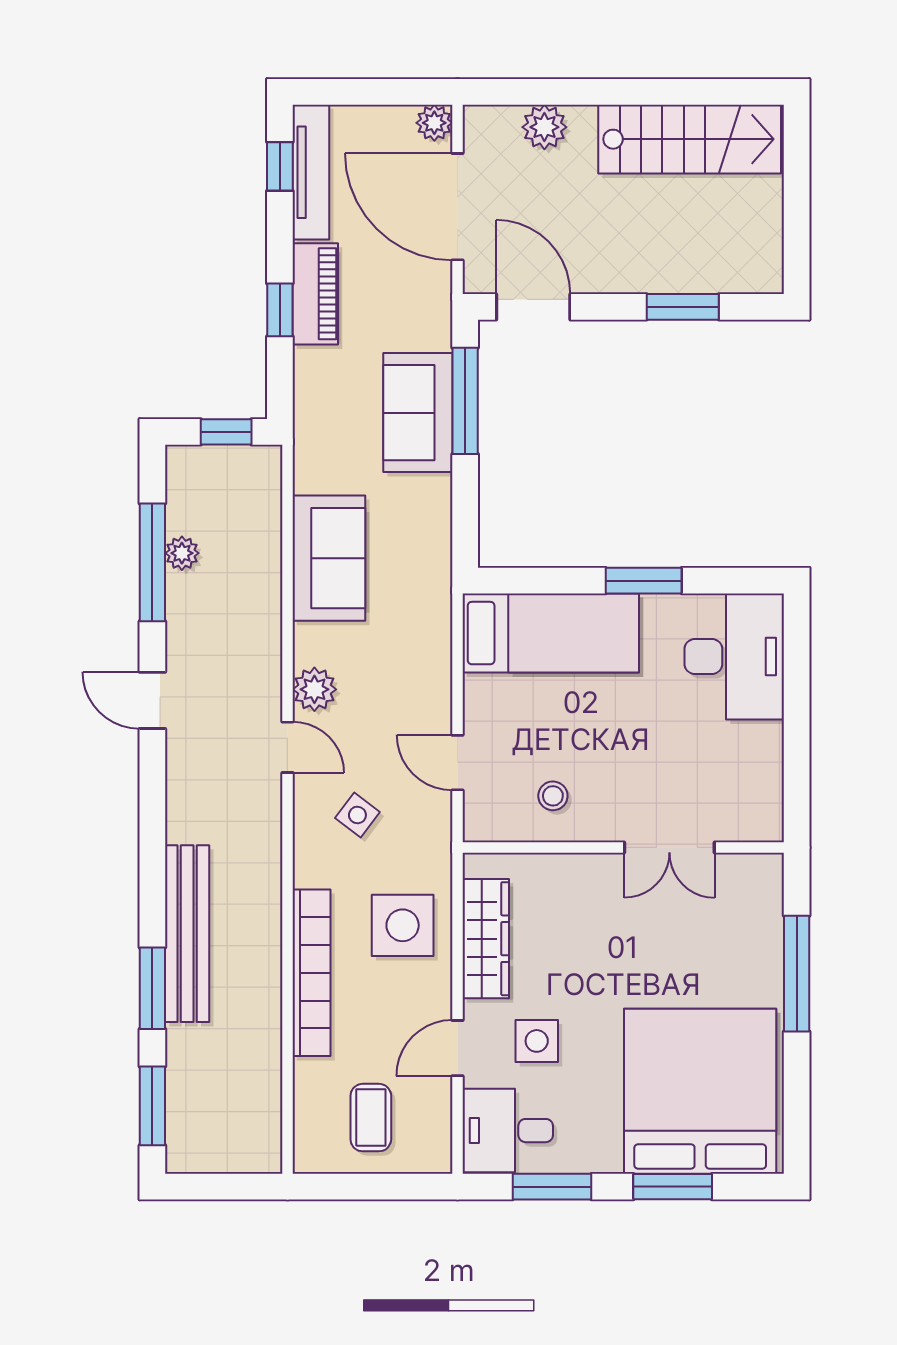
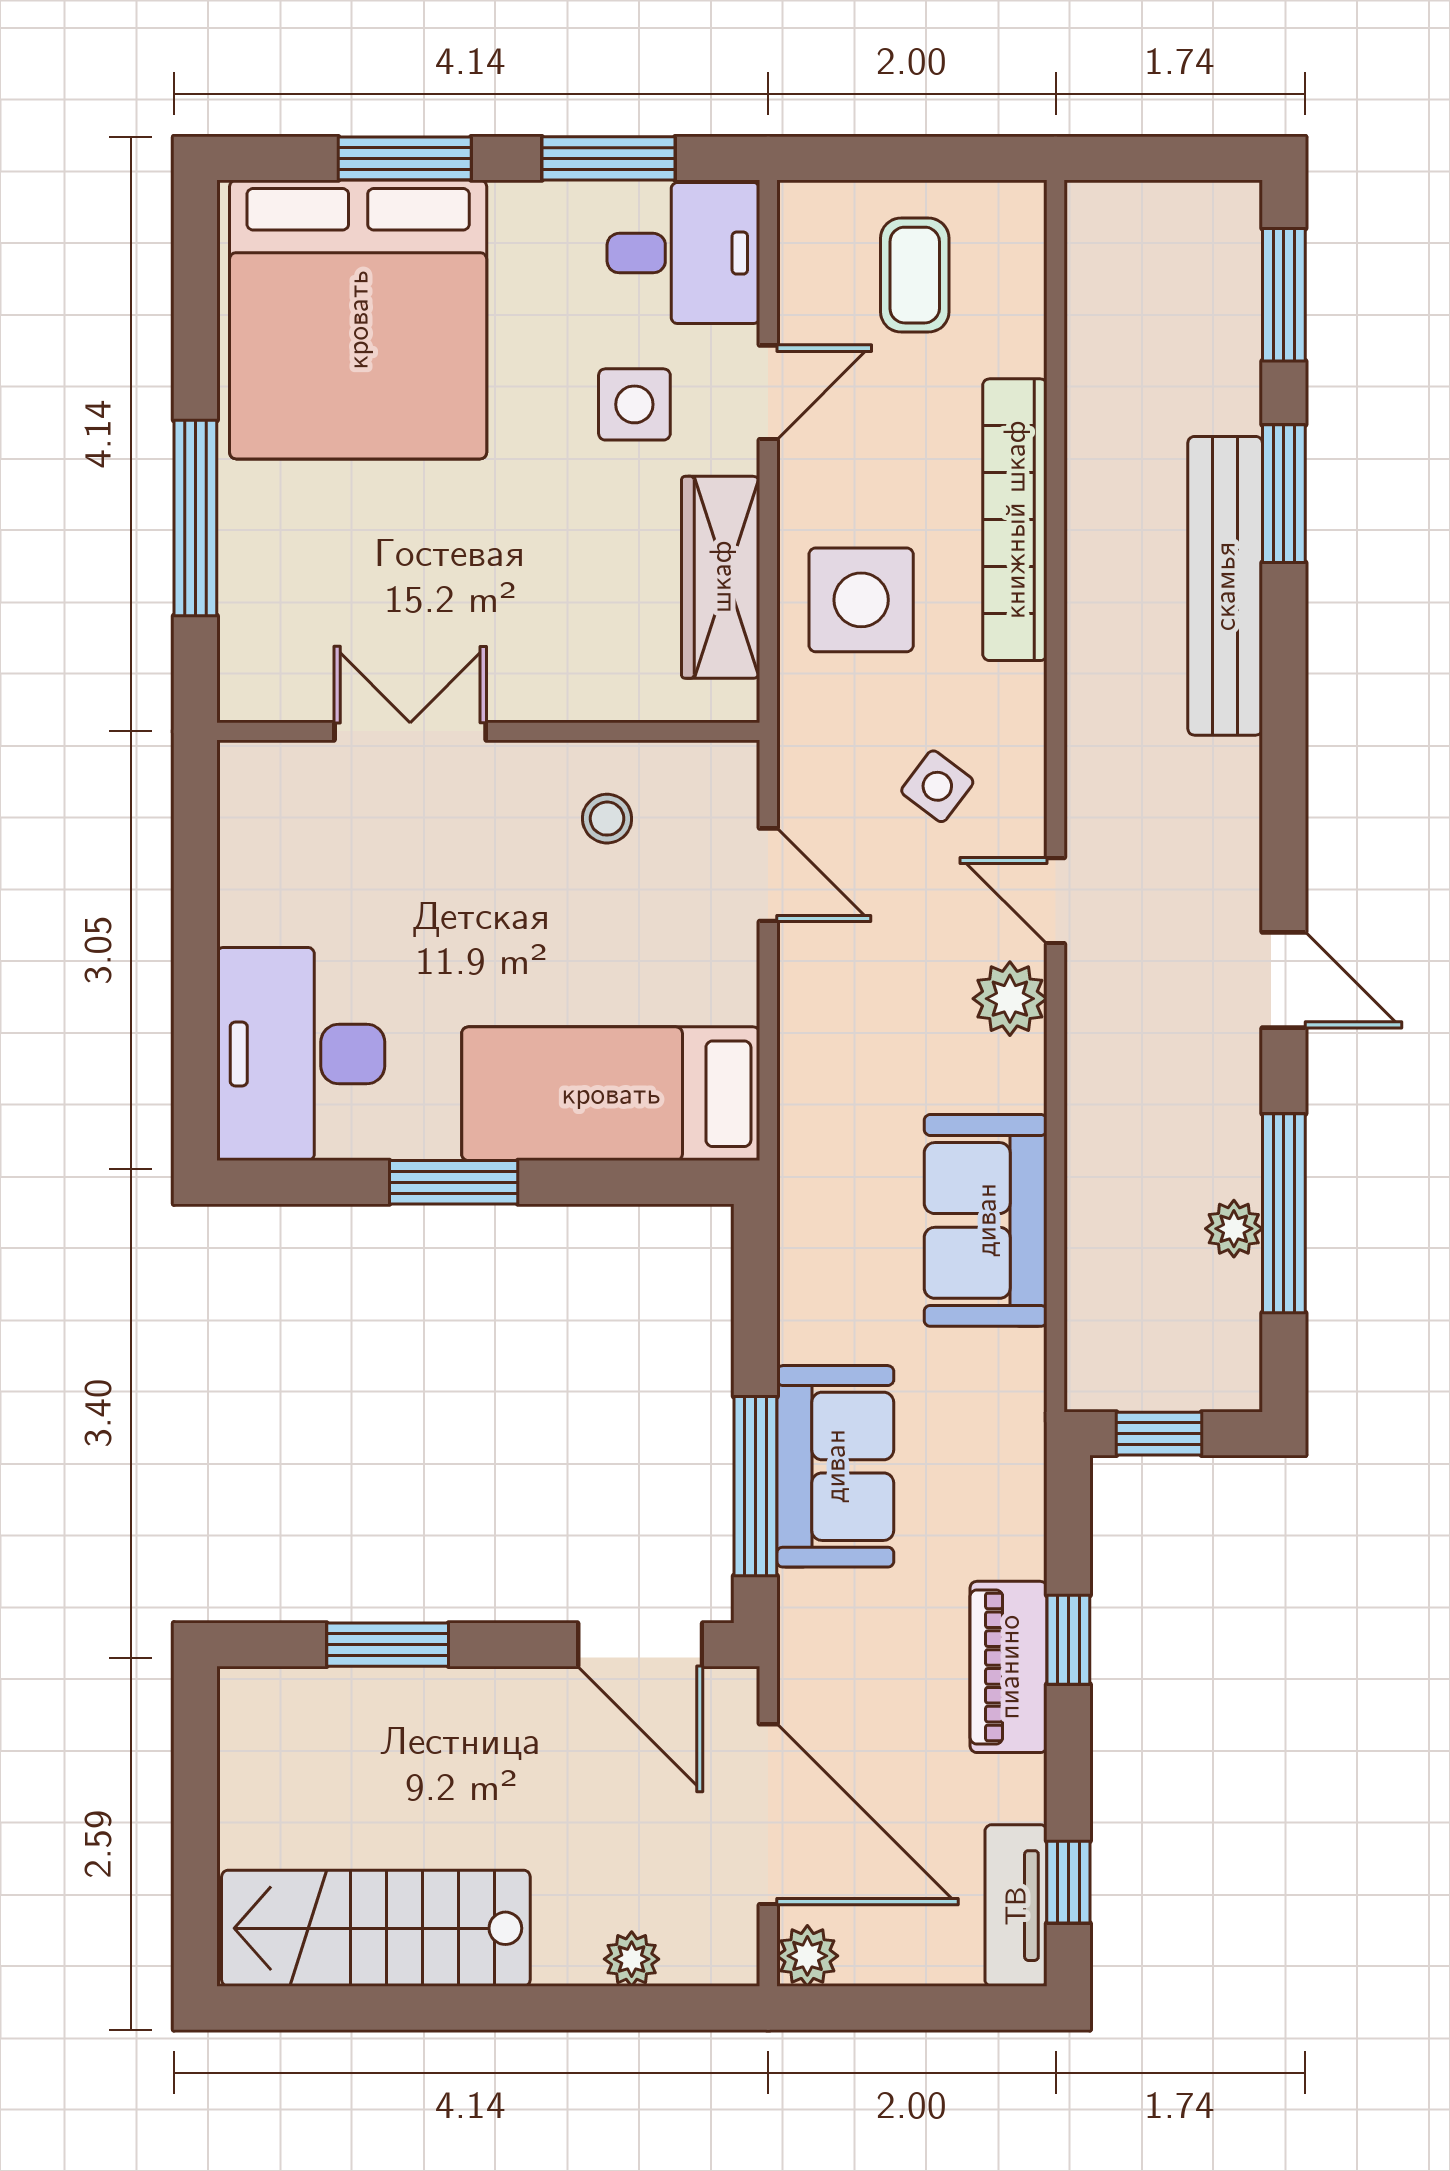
plant: (544, 127) -> (632, 1959), width x0.73, depth x0.73
tv unit: (311, 172) -> (1016, 1906), width x0.71

